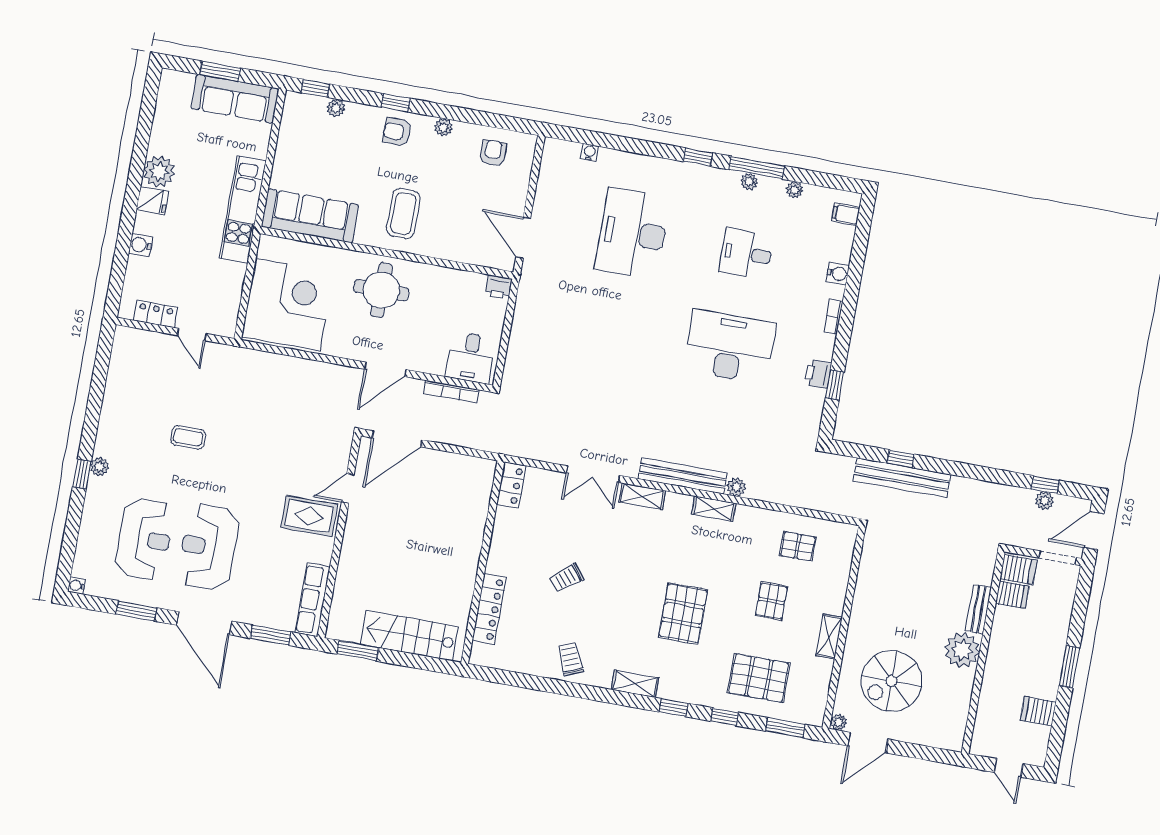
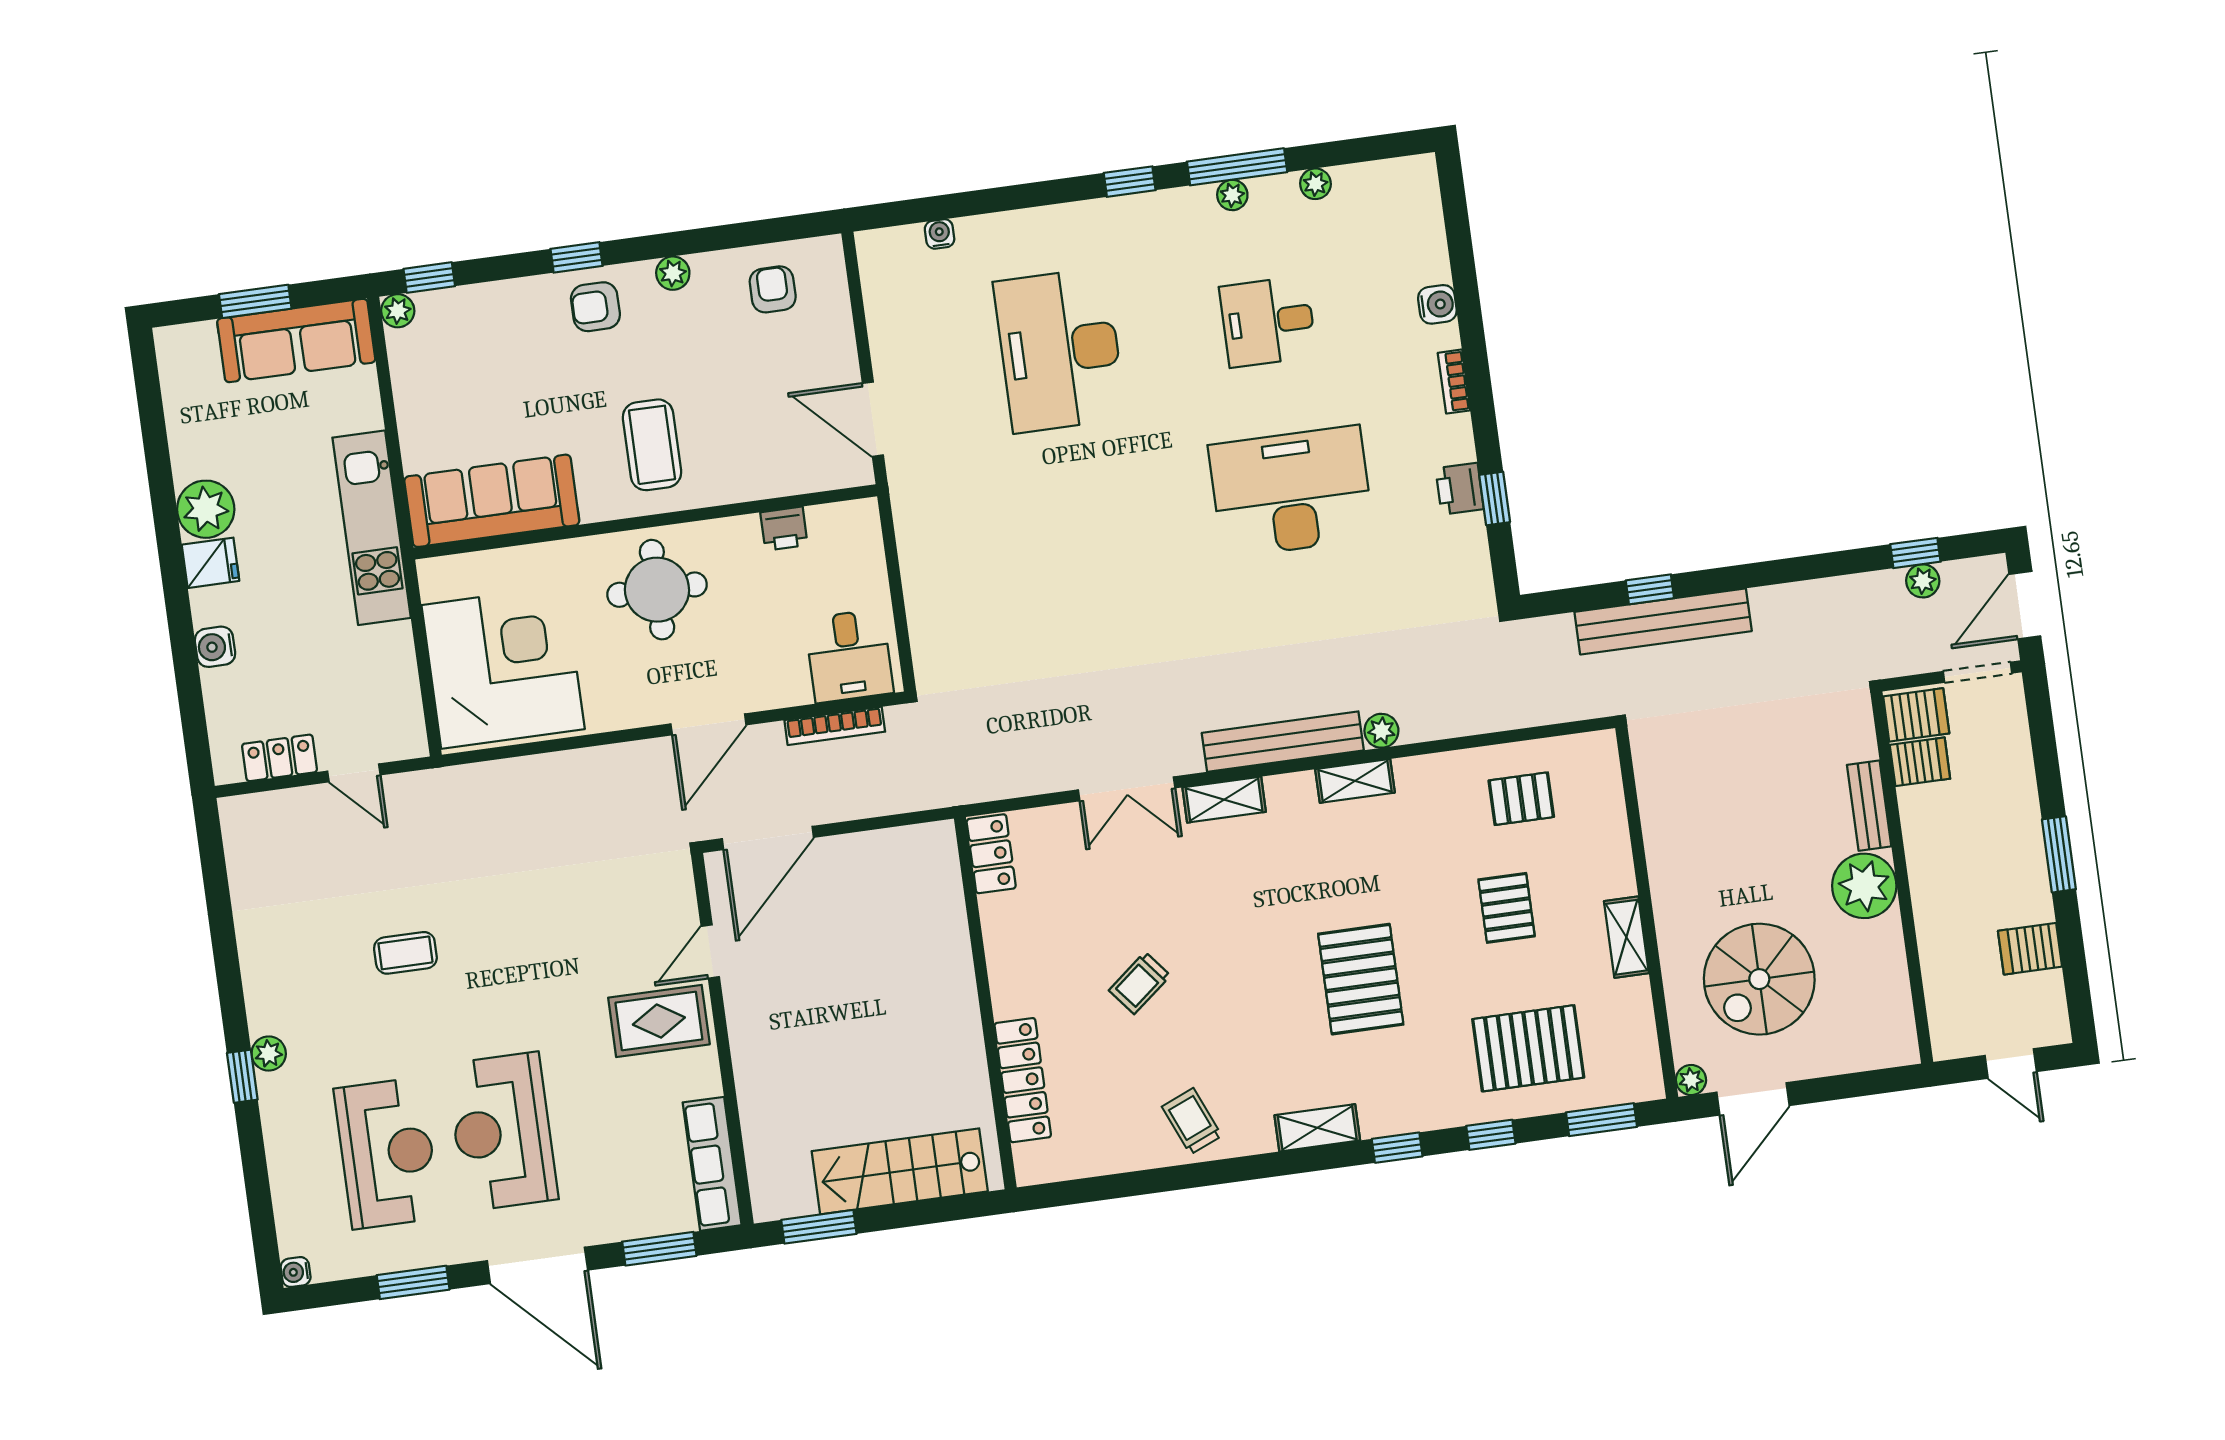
plant: (336, 108) -> (398, 311), moved
filing cabinet: (846, 214) -> (1418, 197), removed
printer: (498, 287) -> (784, 529), moved

